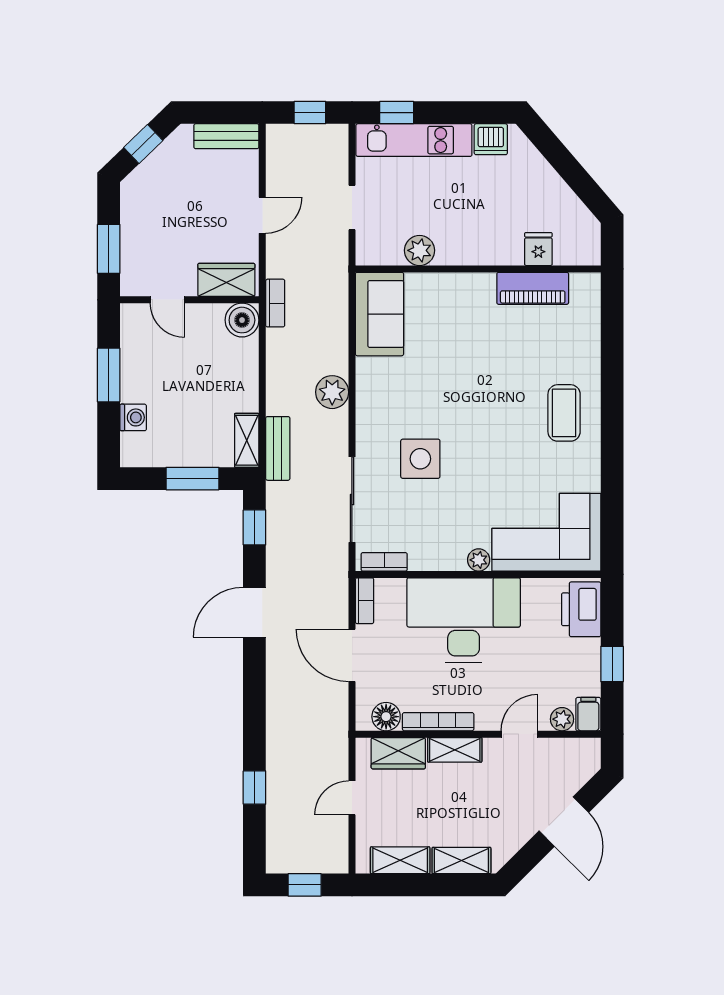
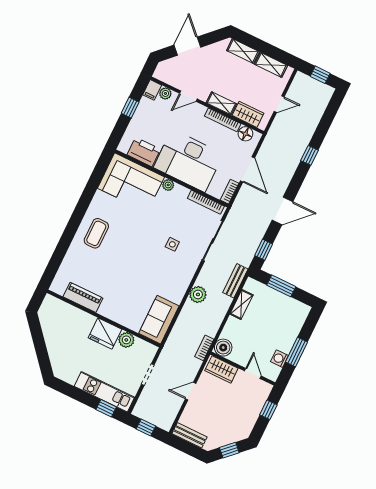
dishwasher: (491, 139) -> (69, 375), removed
window: (109, 249) -> (268, 410), width x0.67
fridge: (538, 249) -> (105, 333), moved, width x1.88, depth x1.34
washing machine: (133, 417) -> (279, 359), moved
shelving: (247, 440) -> (241, 304), moved
side table: (420, 459) -> (172, 244), width x0.54, depth x0.54
bookcase: (384, 562) -> (206, 202), width x1.56
printer: (581, 609) -> (144, 152), moved, turned -90
window: (254, 788) -> (309, 155), moved

